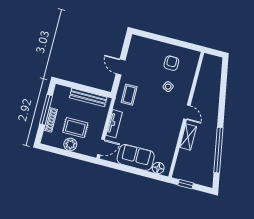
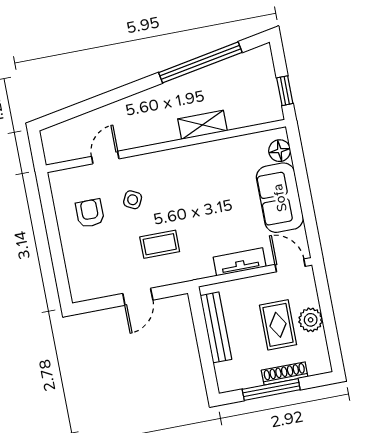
armchair: (171, 63) -> (90, 213), turned 90
coffee table: (129, 95) -> (160, 244), moved
door: (187, 112) -> (105, 158), moved

